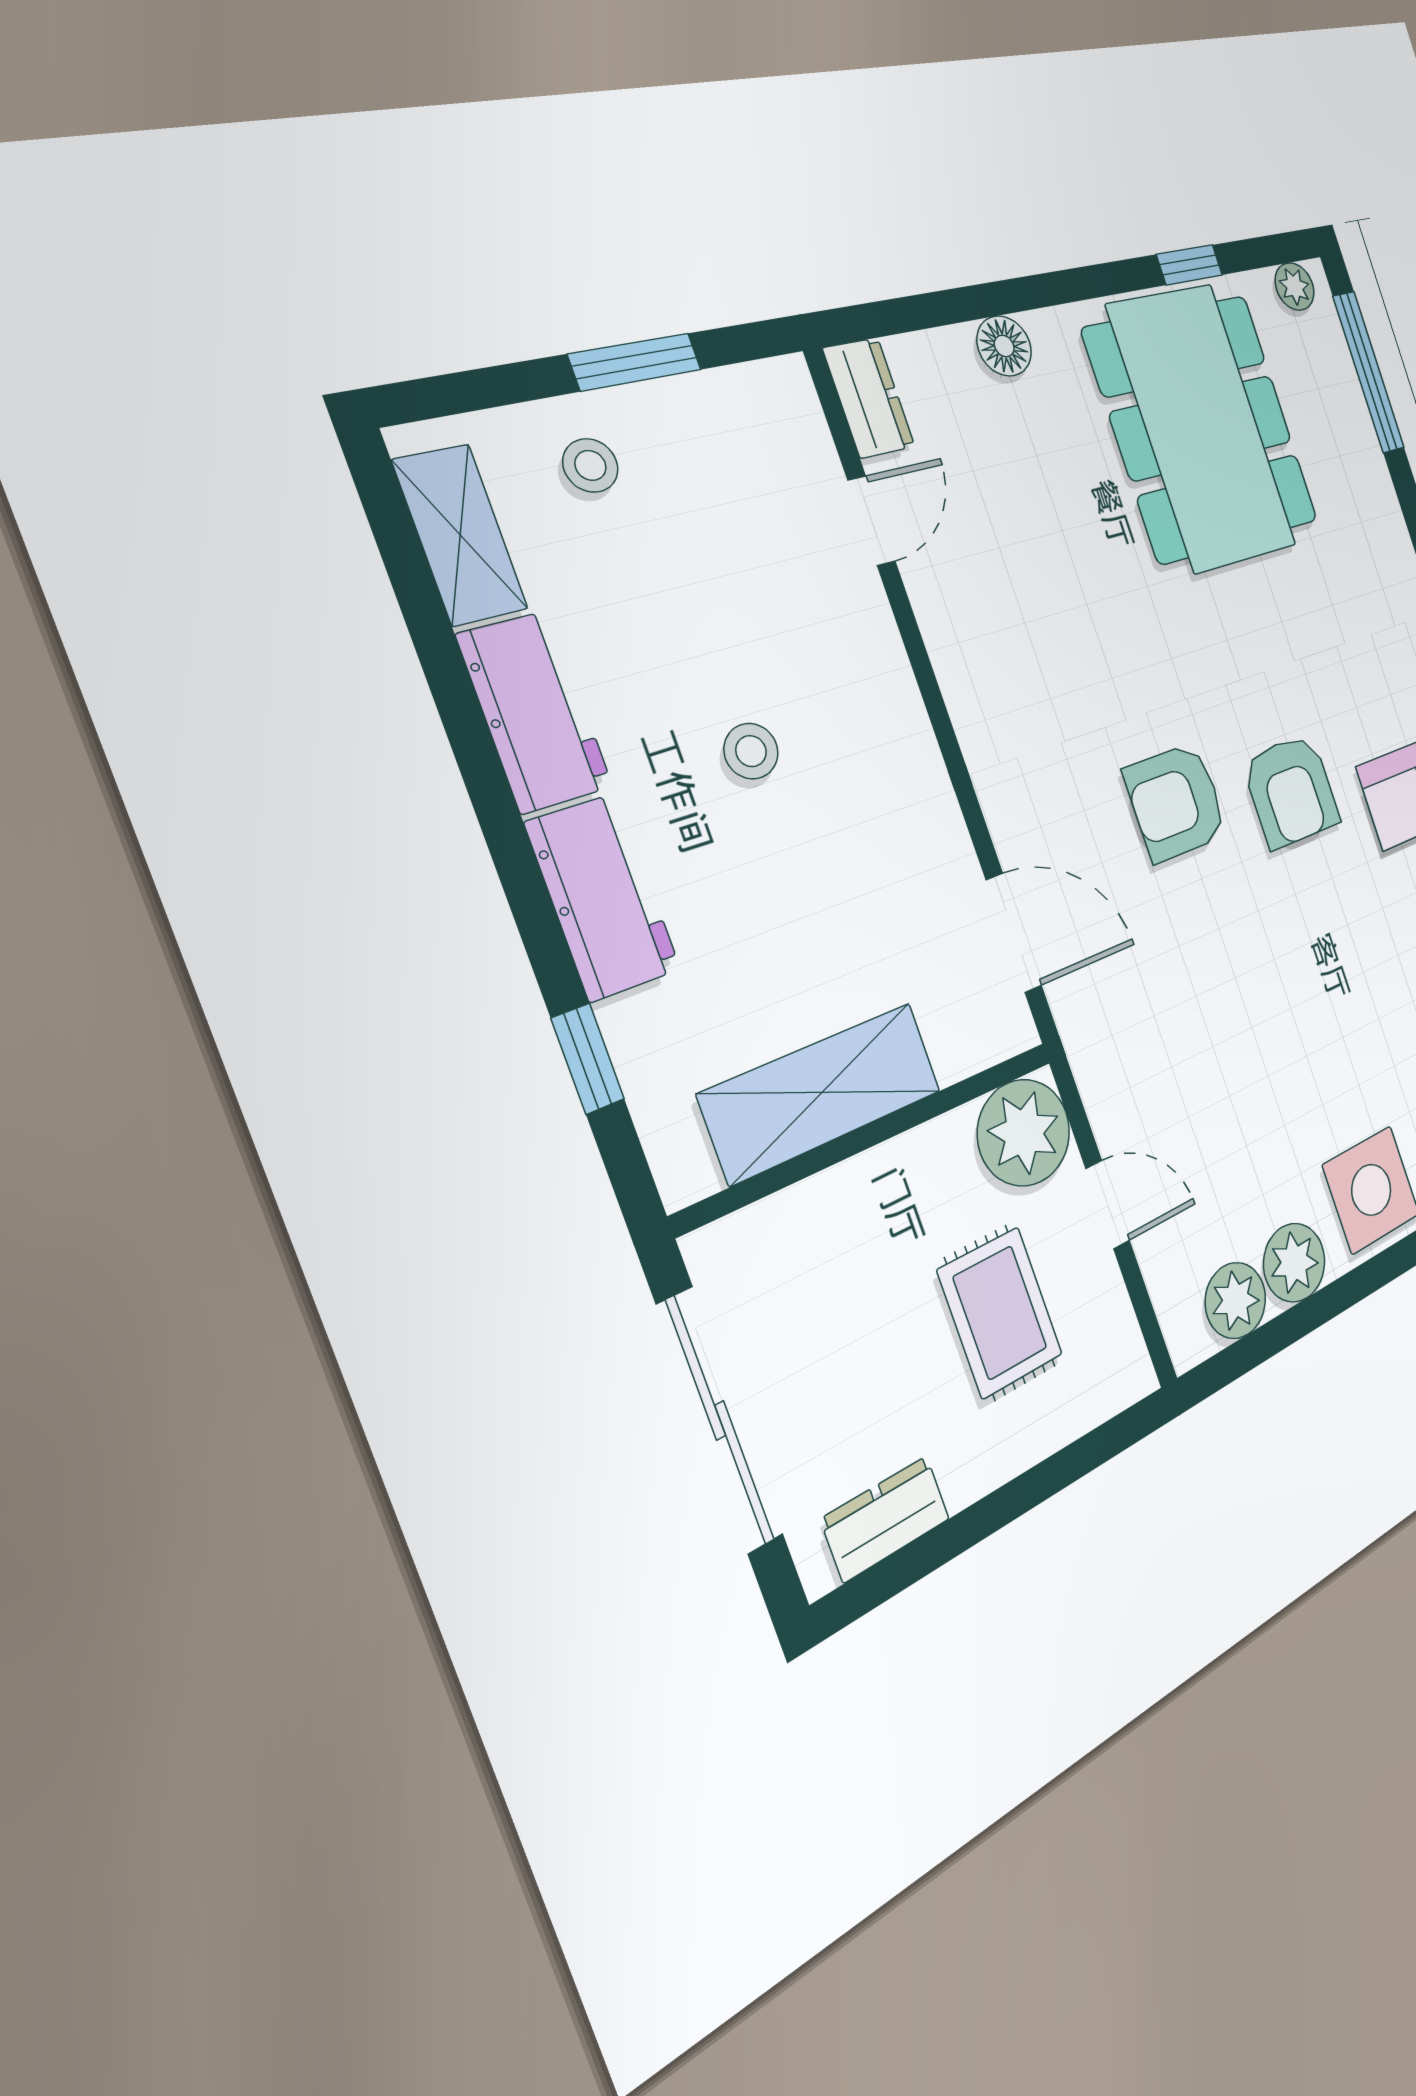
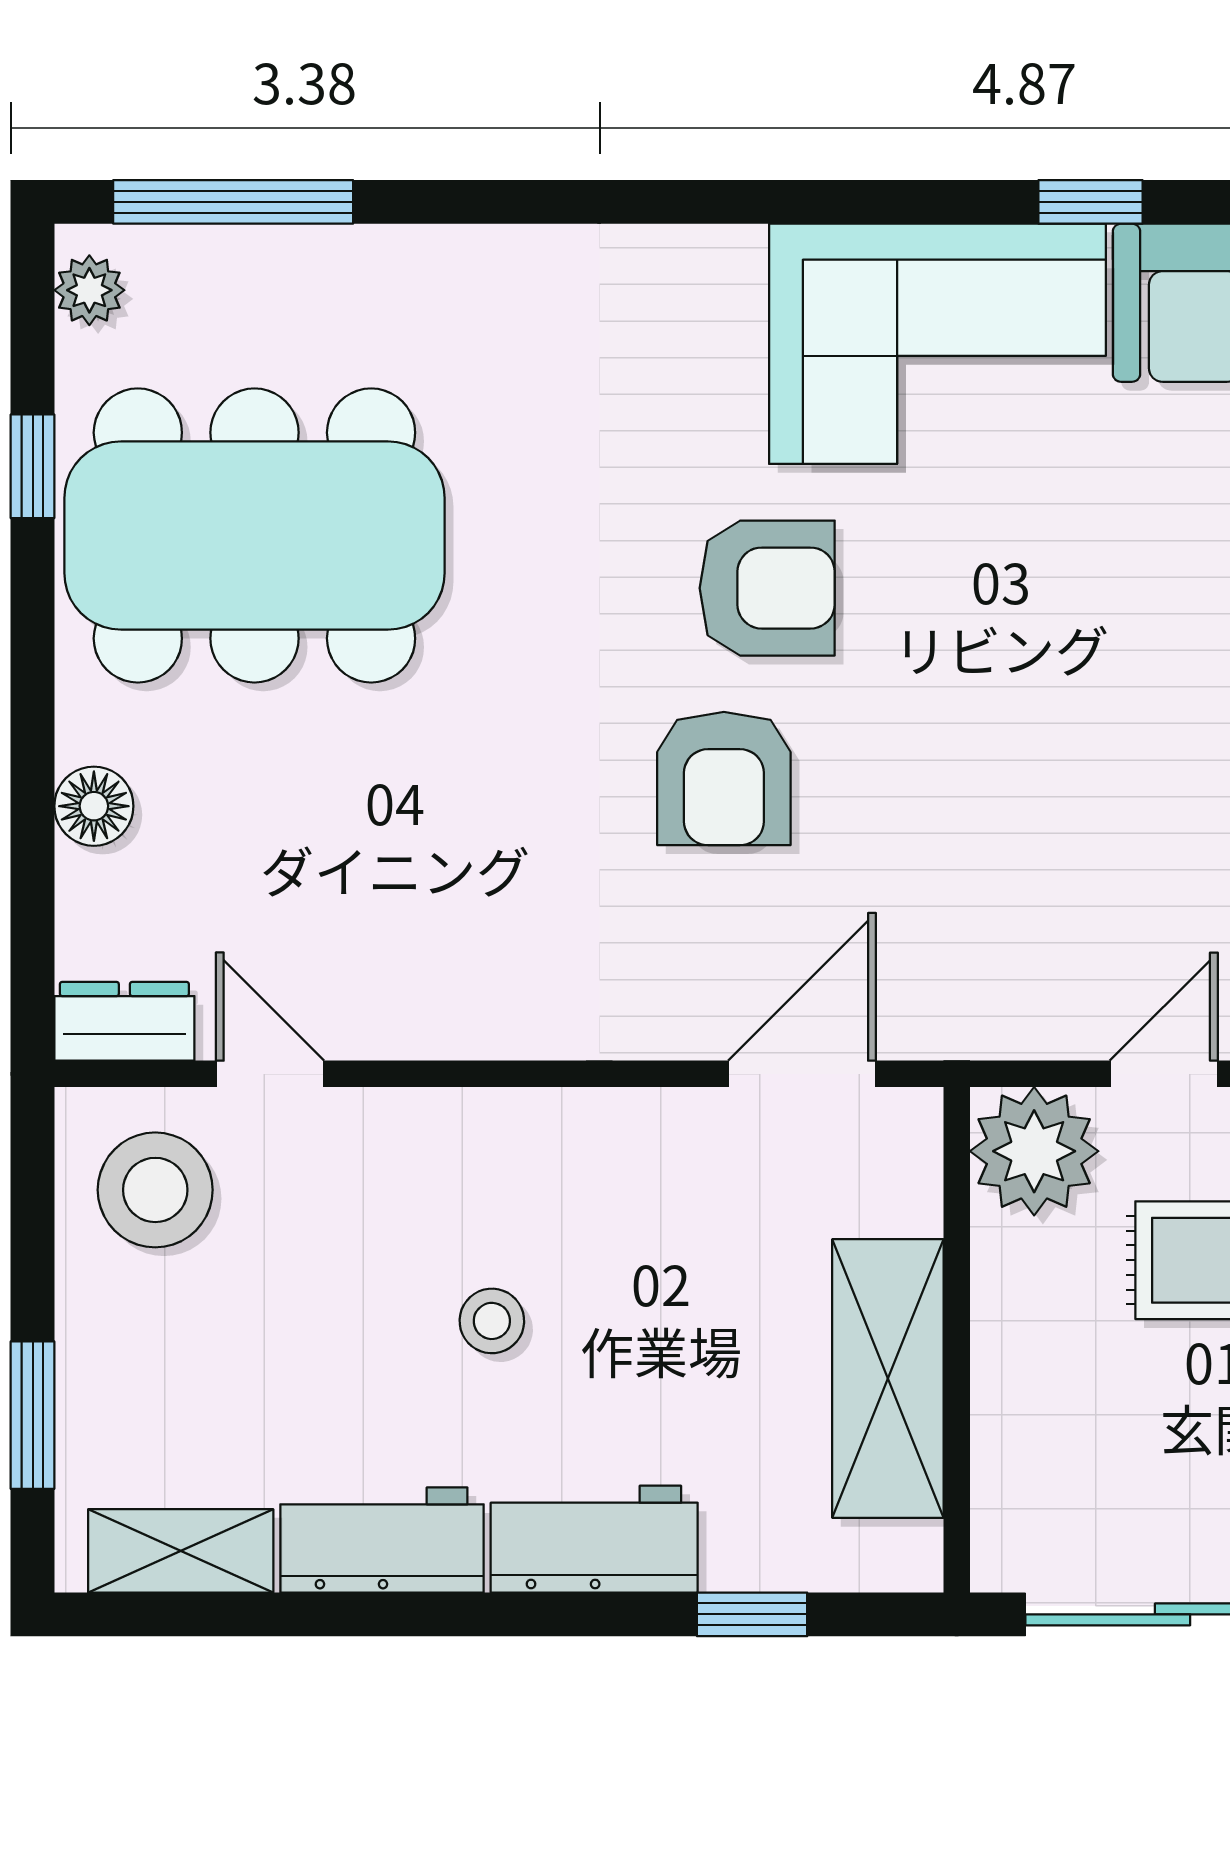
window: (635, 362) -> (33, 1415), moved
stool: (590, 465) -> (155, 1190), moved, width x1.89, depth x1.89

